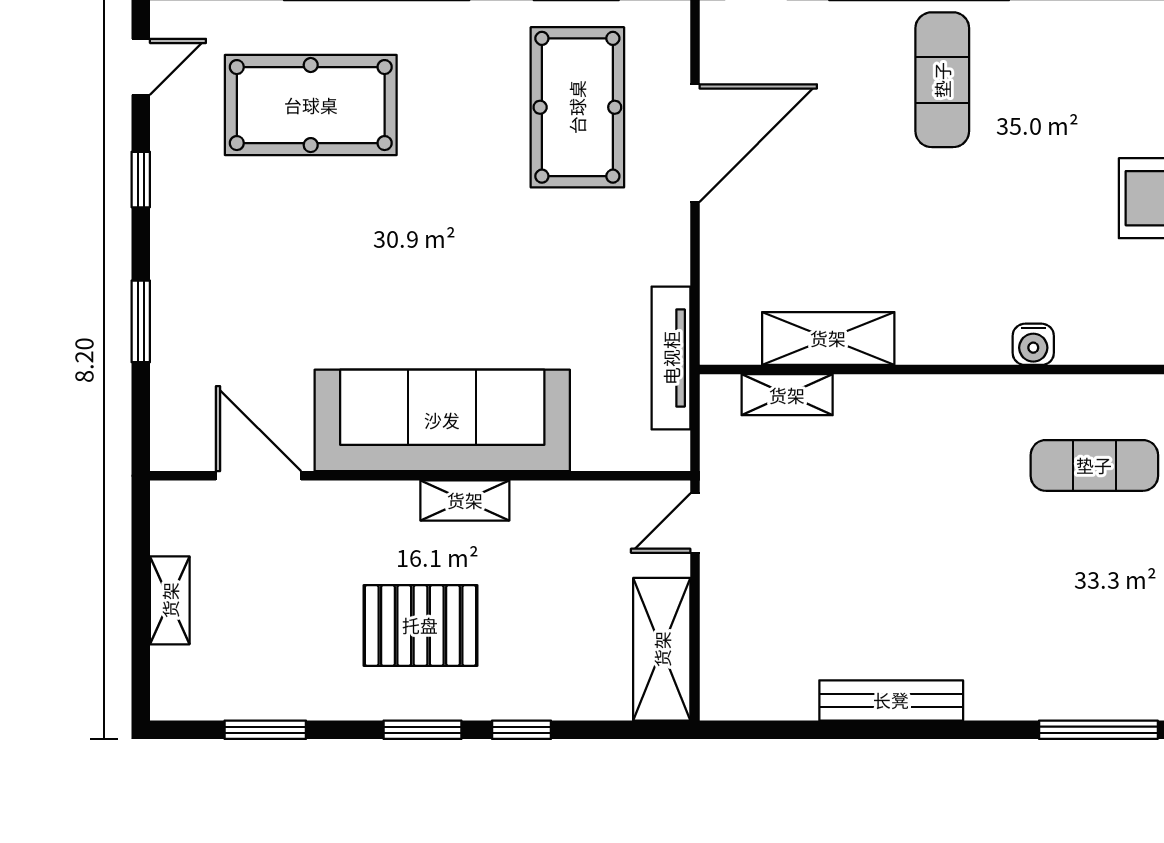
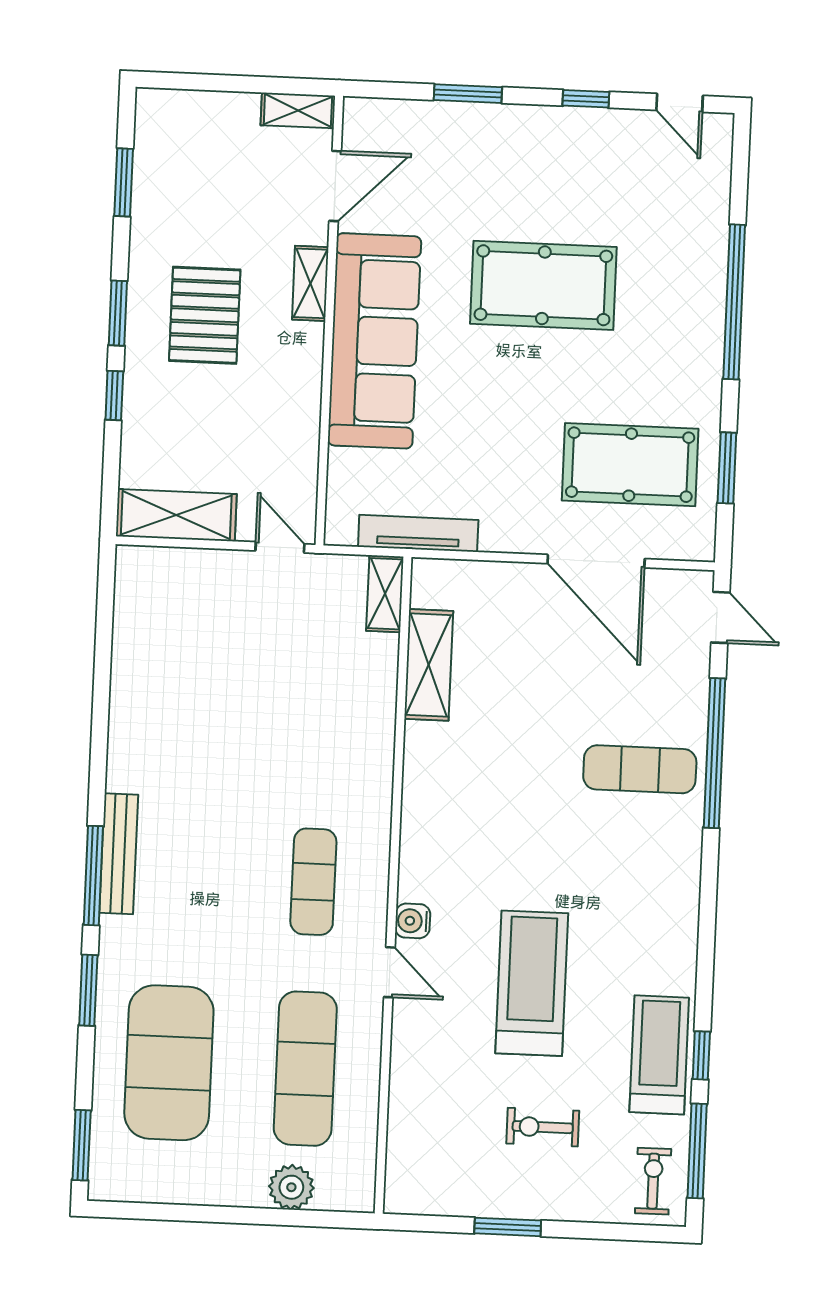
pool table: (311, 105) -> (543, 285), moved, turned 90
water cooler: (1033, 344) -> (413, 921), moved
shelving: (787, 395) -> (385, 594), moved
shelving: (465, 500) -> (310, 283), moved
shelving: (170, 600) -> (298, 110), moved
bench: (891, 700) -> (119, 854), moved

